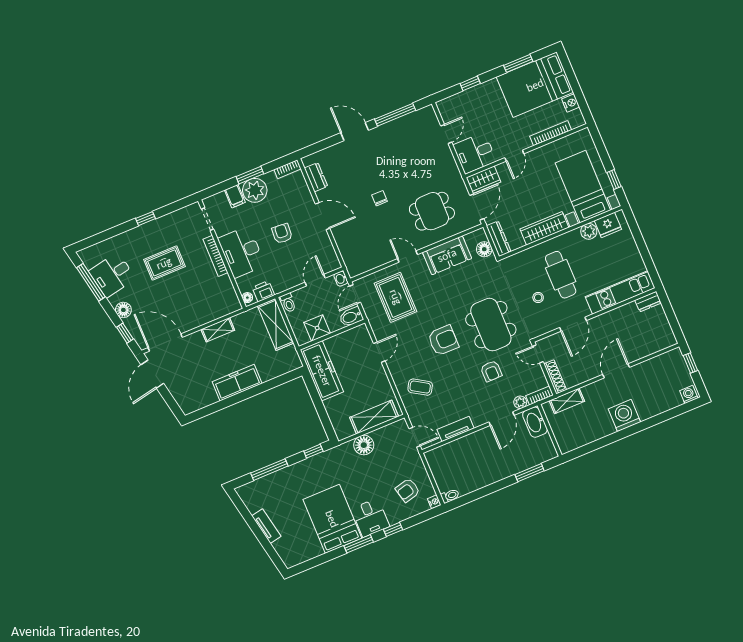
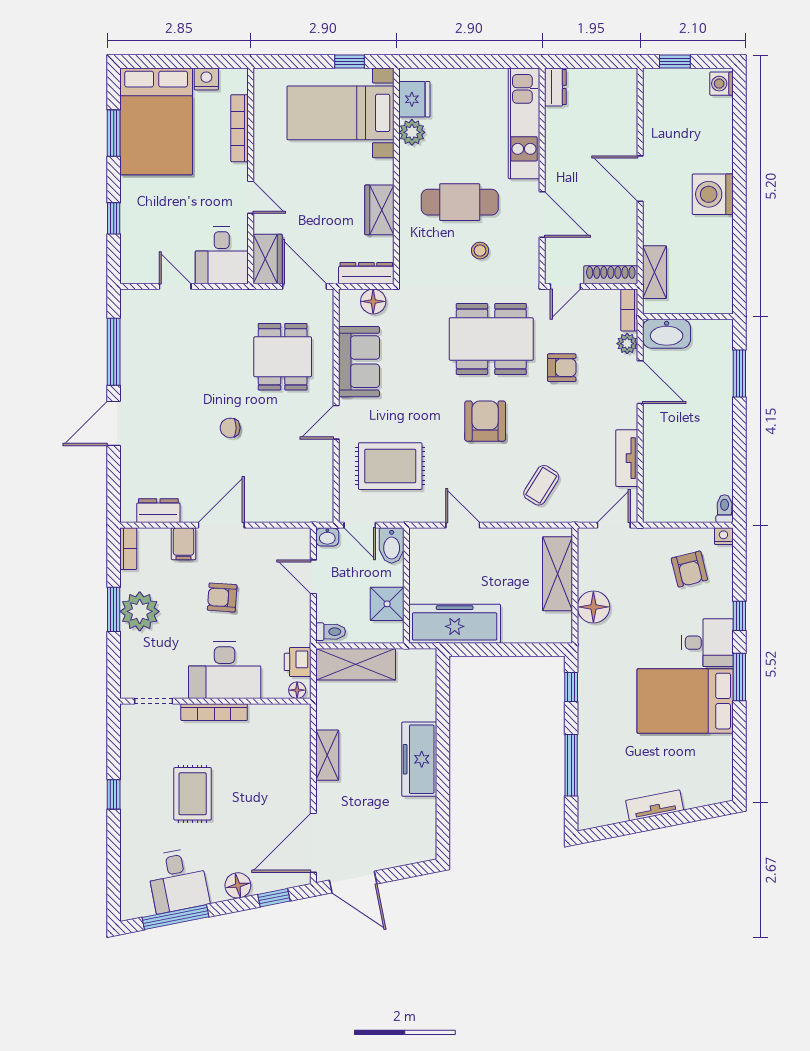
filing cabinet: (235, 196) -> (183, 544), moved, turned 90
wardrobe: (544, 228) -> (379, 210), width x0.67

